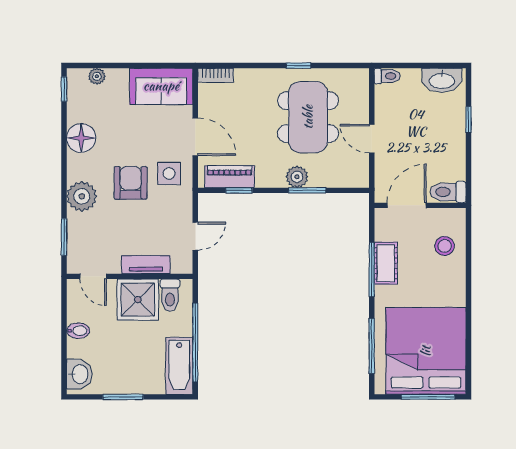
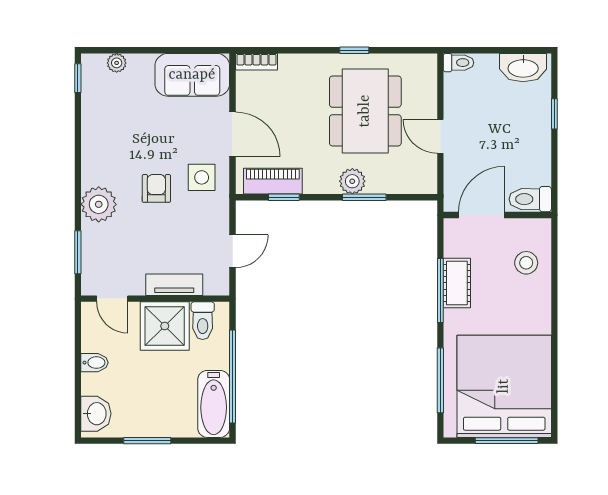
floor lamp: (81, 138) -> (98, 136), removed
armchair: (131, 183) -> (156, 188), width x0.72, depth x0.72

